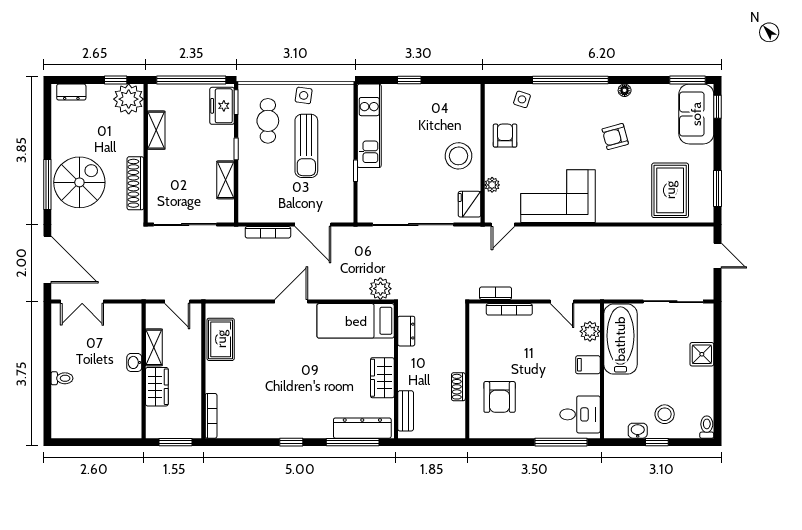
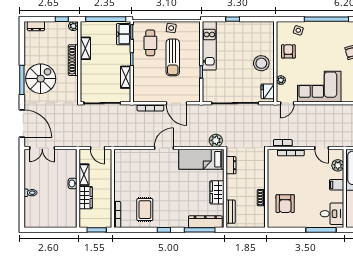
plant: (129, 99) -> (73, 26), width x0.53, depth x0.53
shoe rack: (135, 183) -> (73, 60), moved
rug: (221, 339) -> (145, 210), moved

